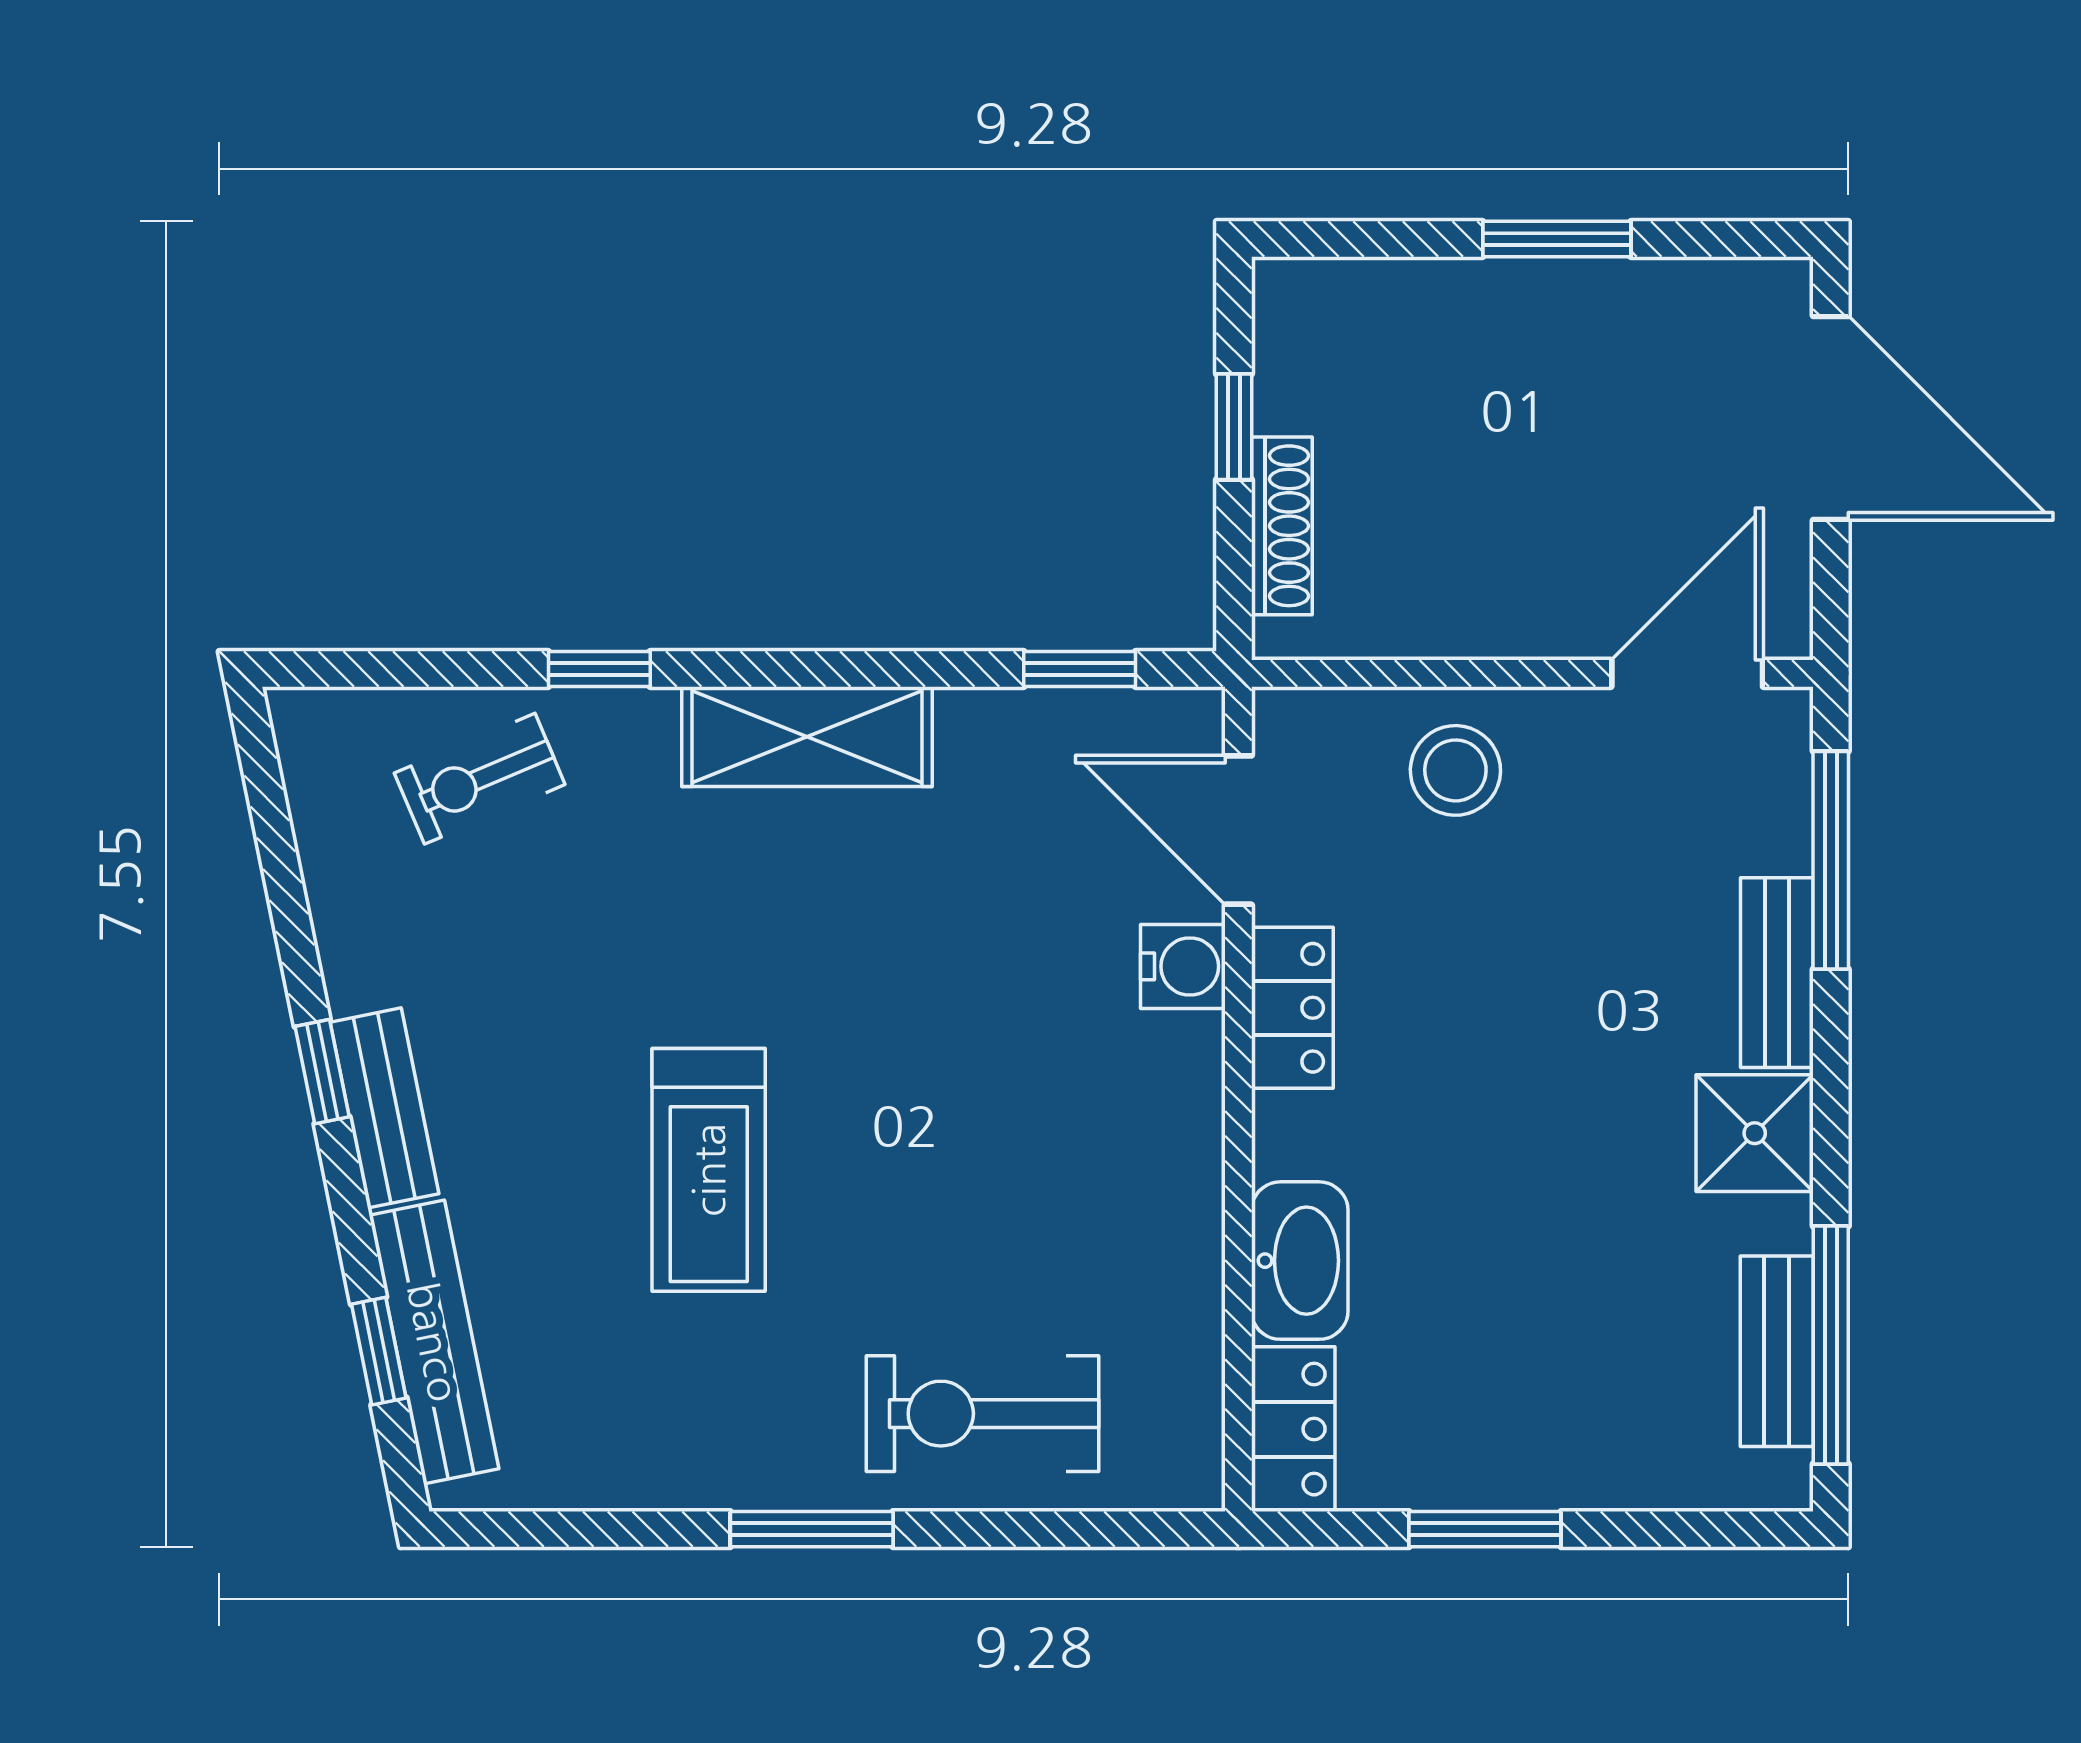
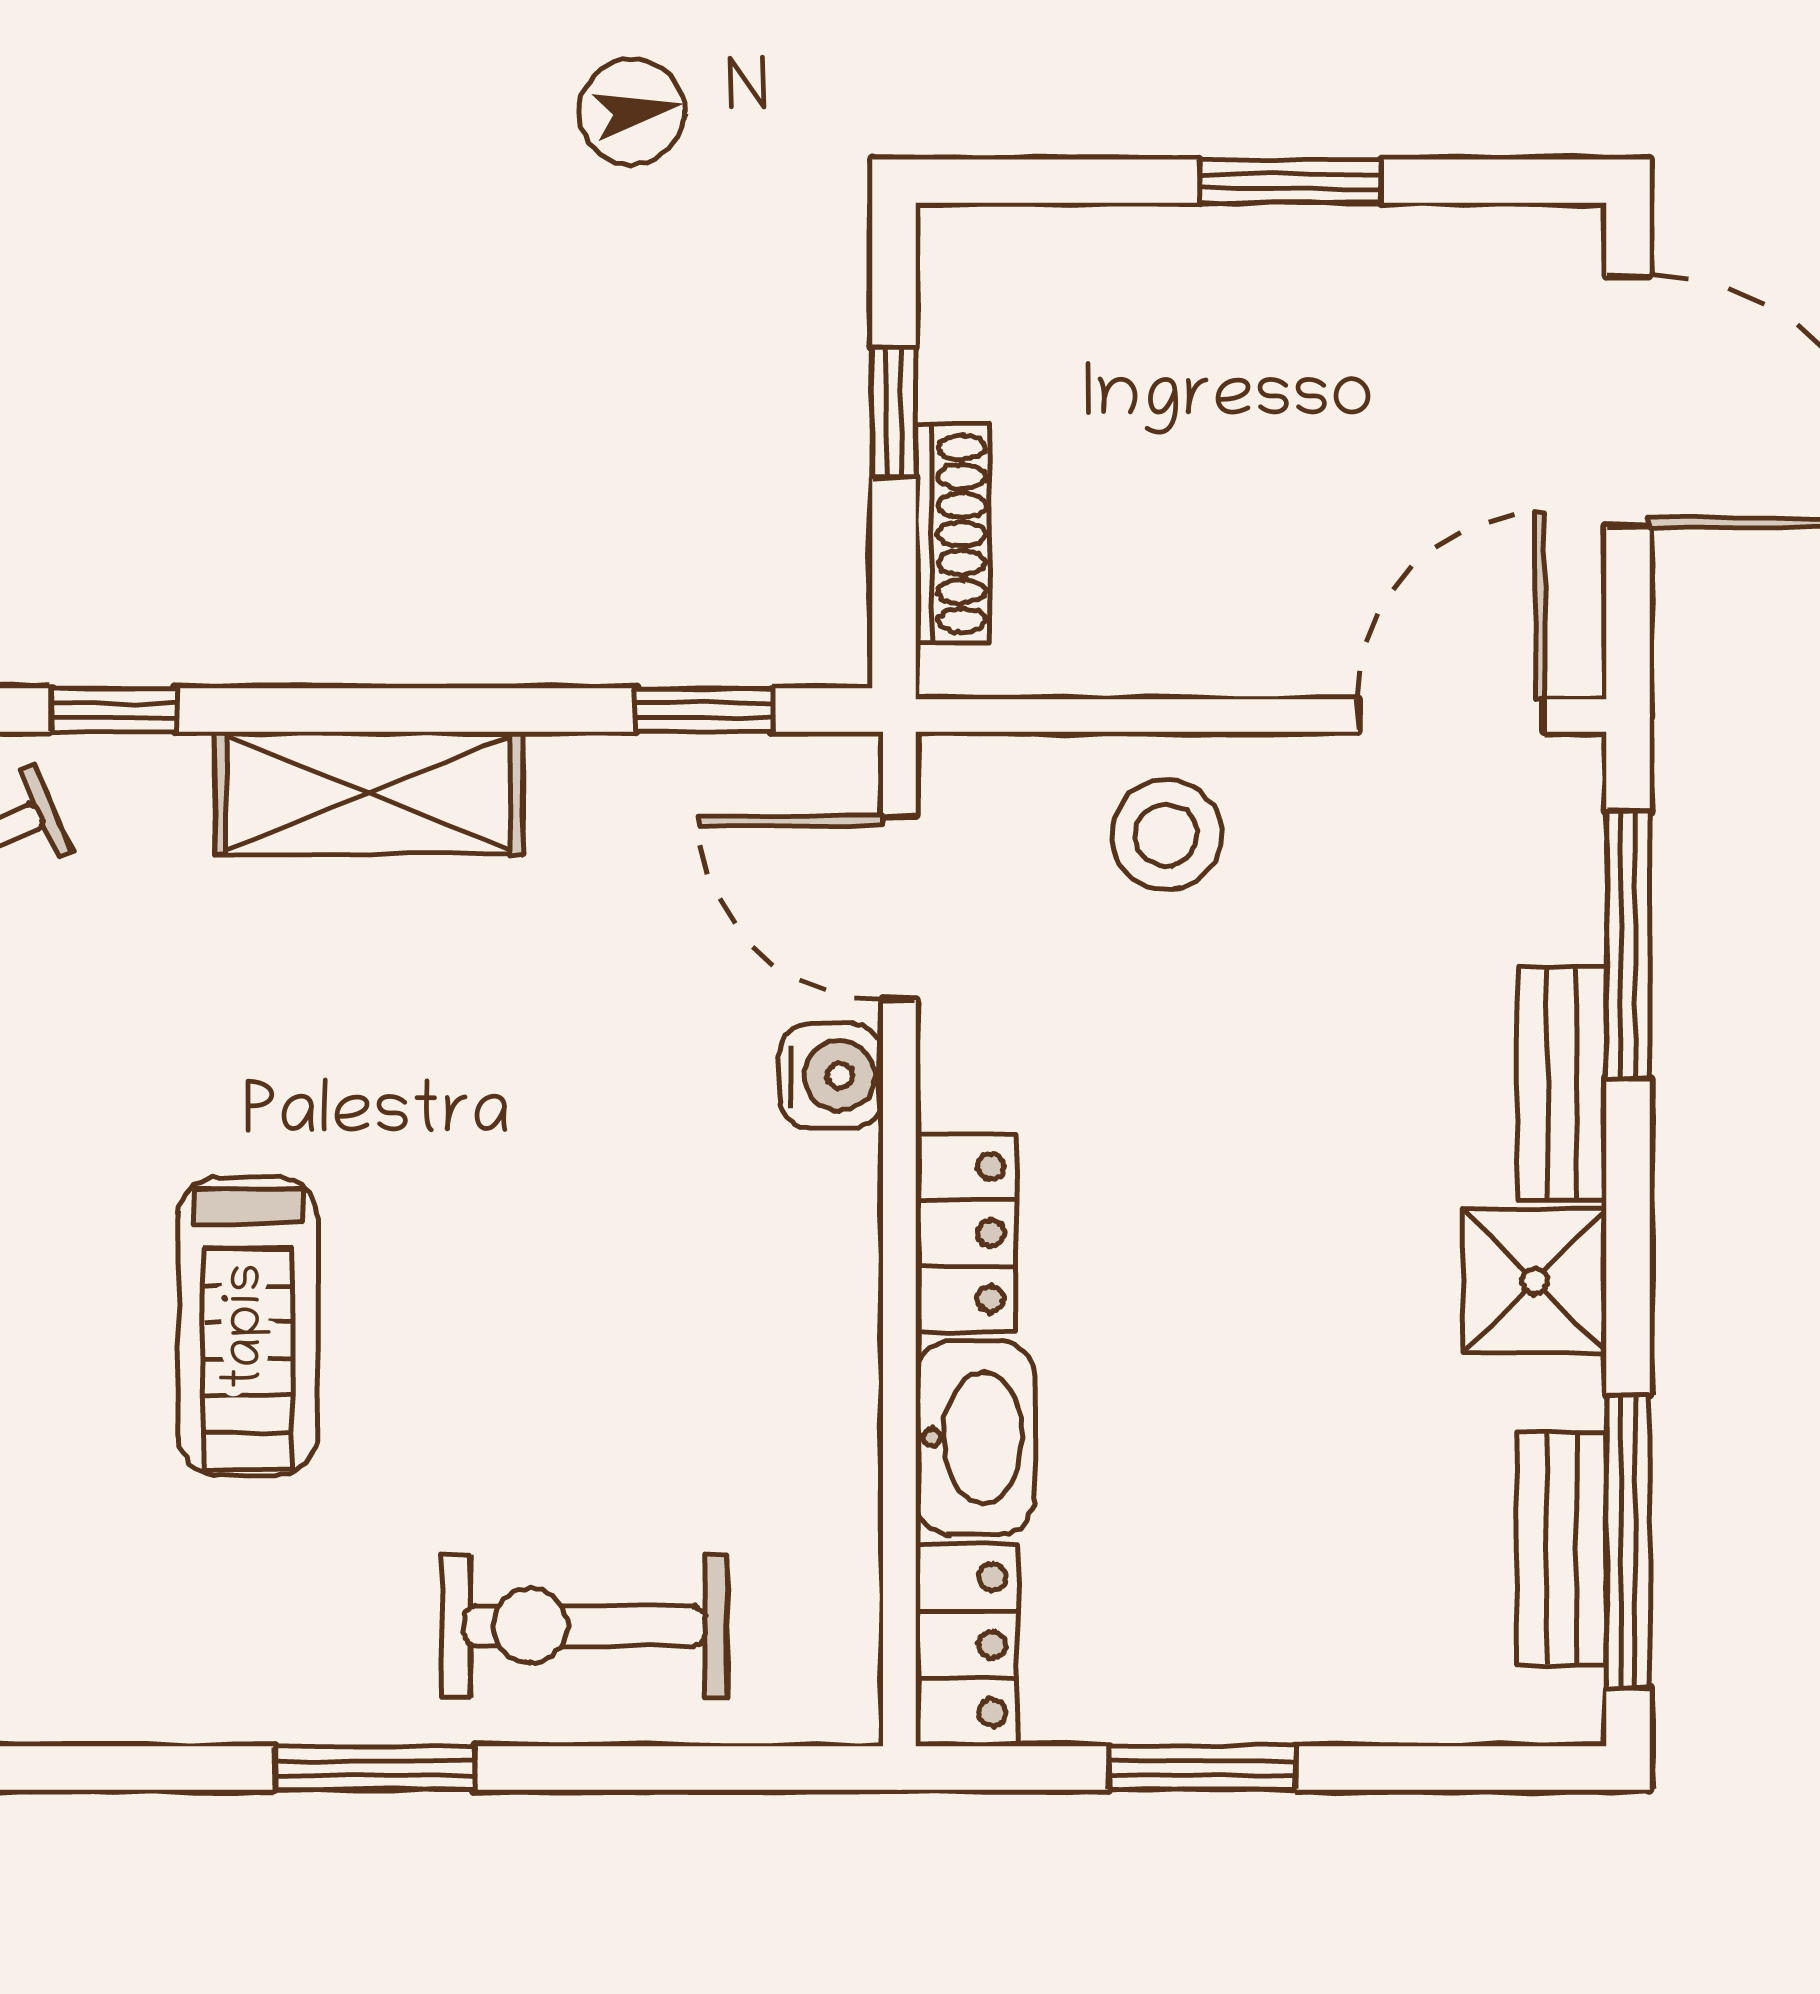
locker: (1292, 1008) -> (966, 1233), moved

